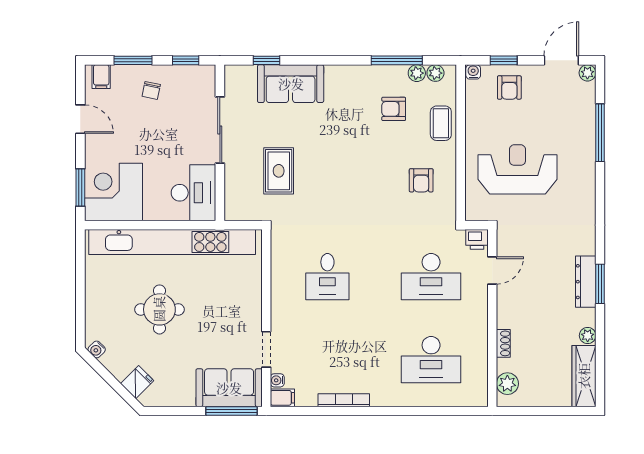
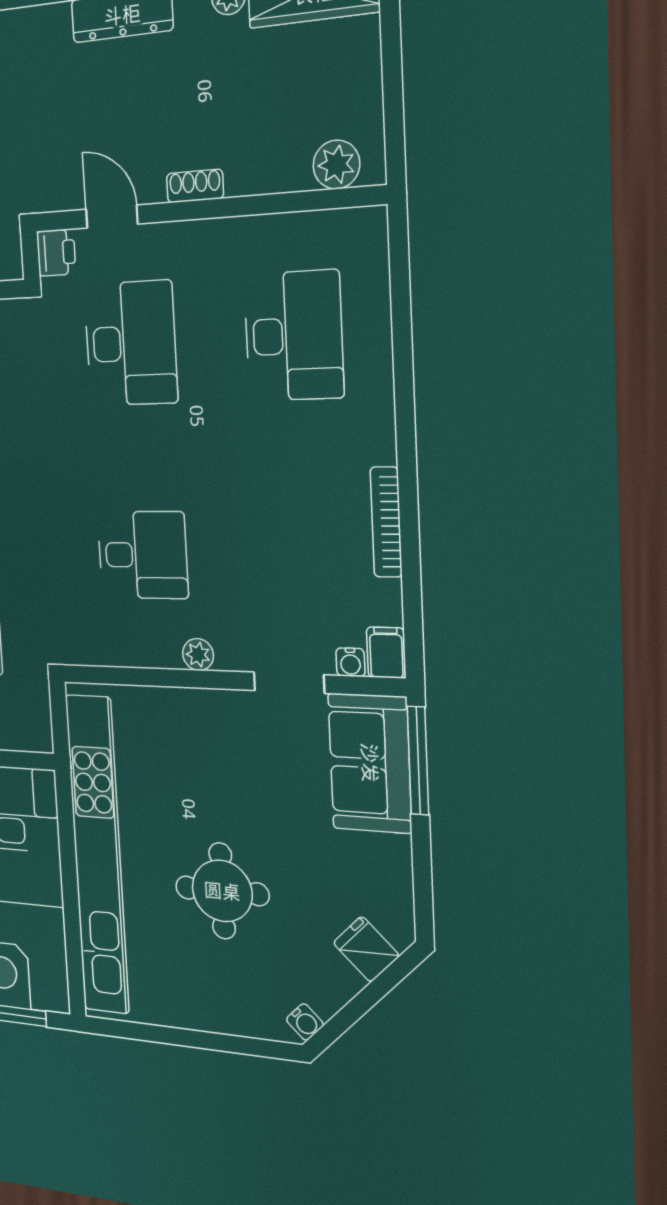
plant: (278, 303) -> (198, 655), added
shoe rack: (503, 343) -> (195, 186), moved

